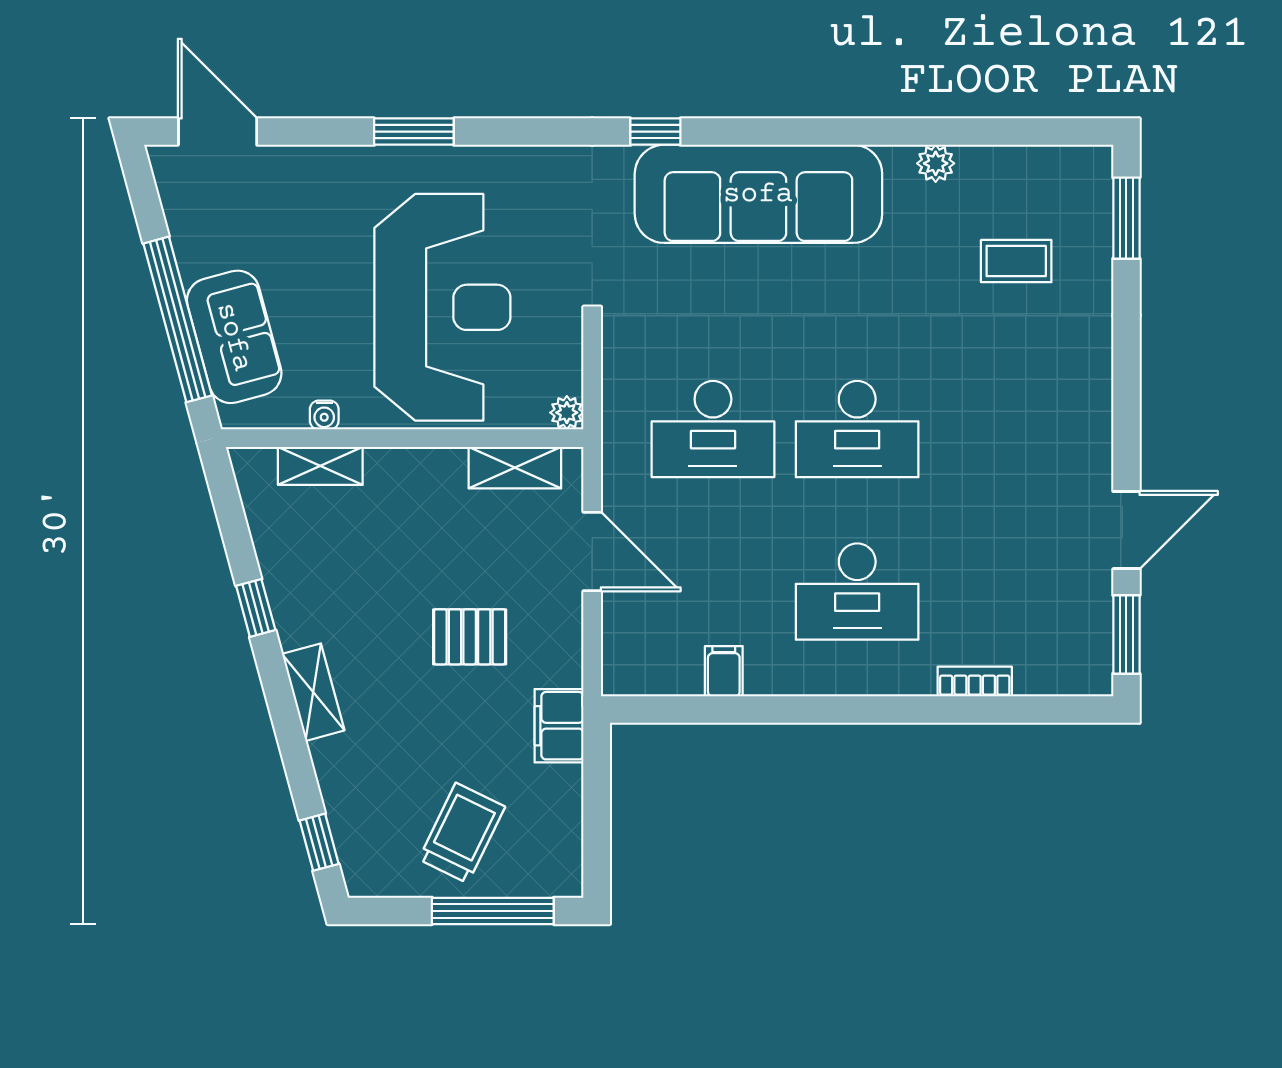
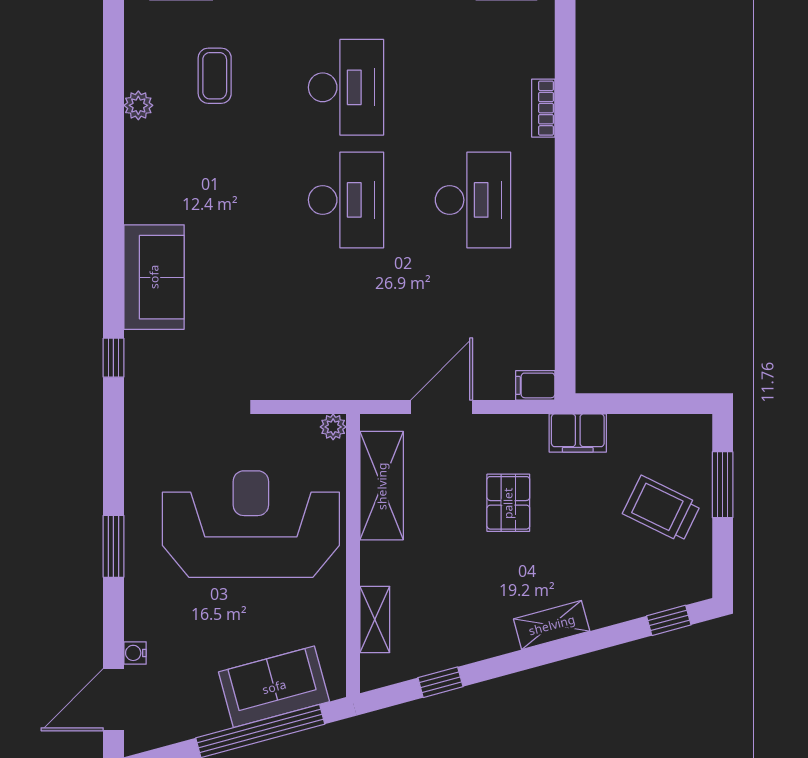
plant: (936, 163) -> (138, 105), moved
sofa: (758, 194) -> (154, 277), width x0.54, depth x0.79
water cooler: (324, 415) -> (135, 653), moved, turned 180
desk: (713, 429) -> (346, 87), moved
shelving: (515, 468) -> (382, 486), width x1.50, depth x1.33
window: (256, 608) -> (440, 682), moved
filing cabinet: (724, 671) -> (535, 385), moved
window: (493, 911) -> (723, 485), width x0.69

